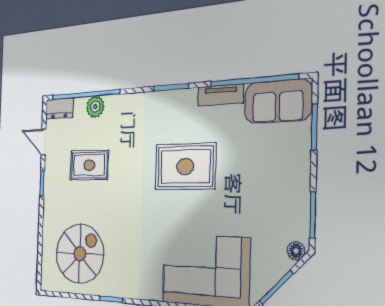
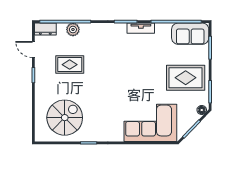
tv unit: (221, 95) -> (141, 28), moved
rug: (185, 167) -> (186, 78), moved

